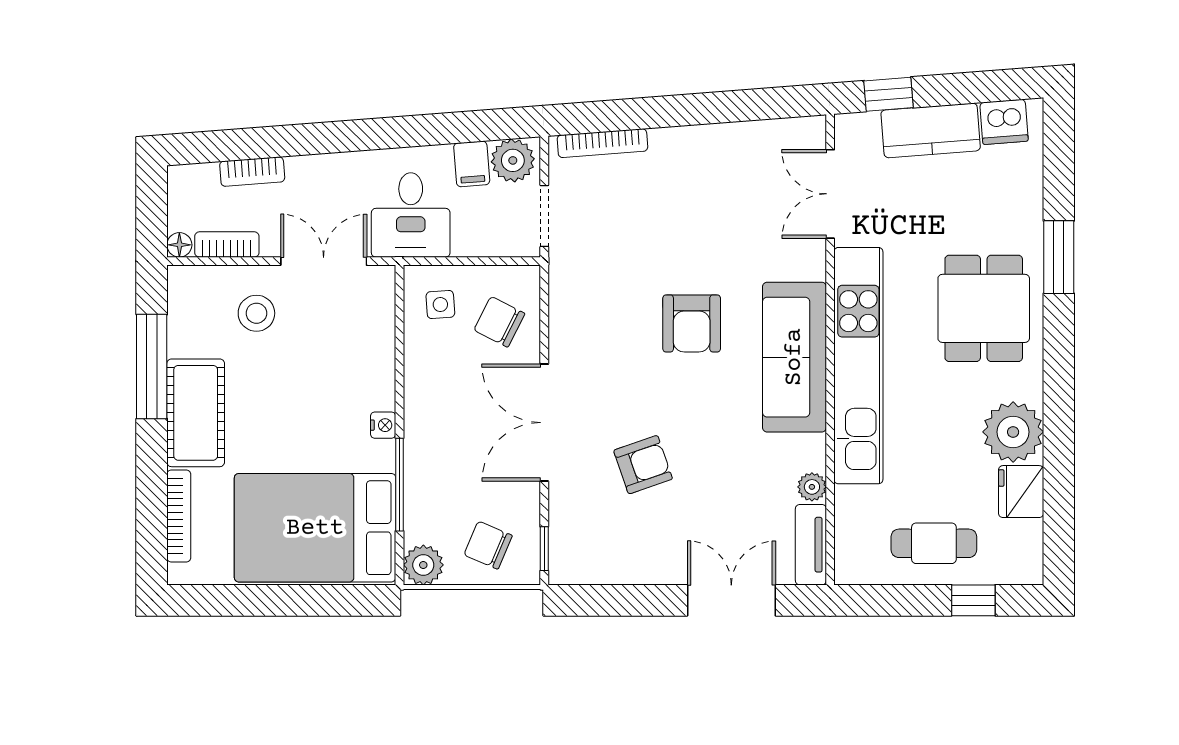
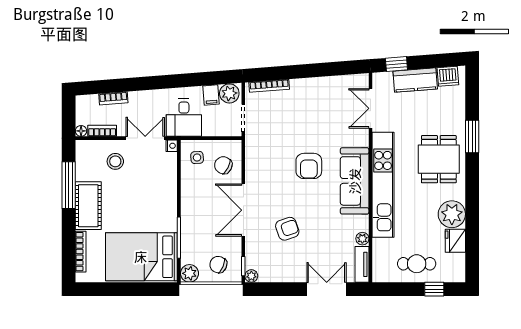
nightstand: (383, 425) -> (172, 146), moved
plant: (562, 571) -> (251, 276), added

